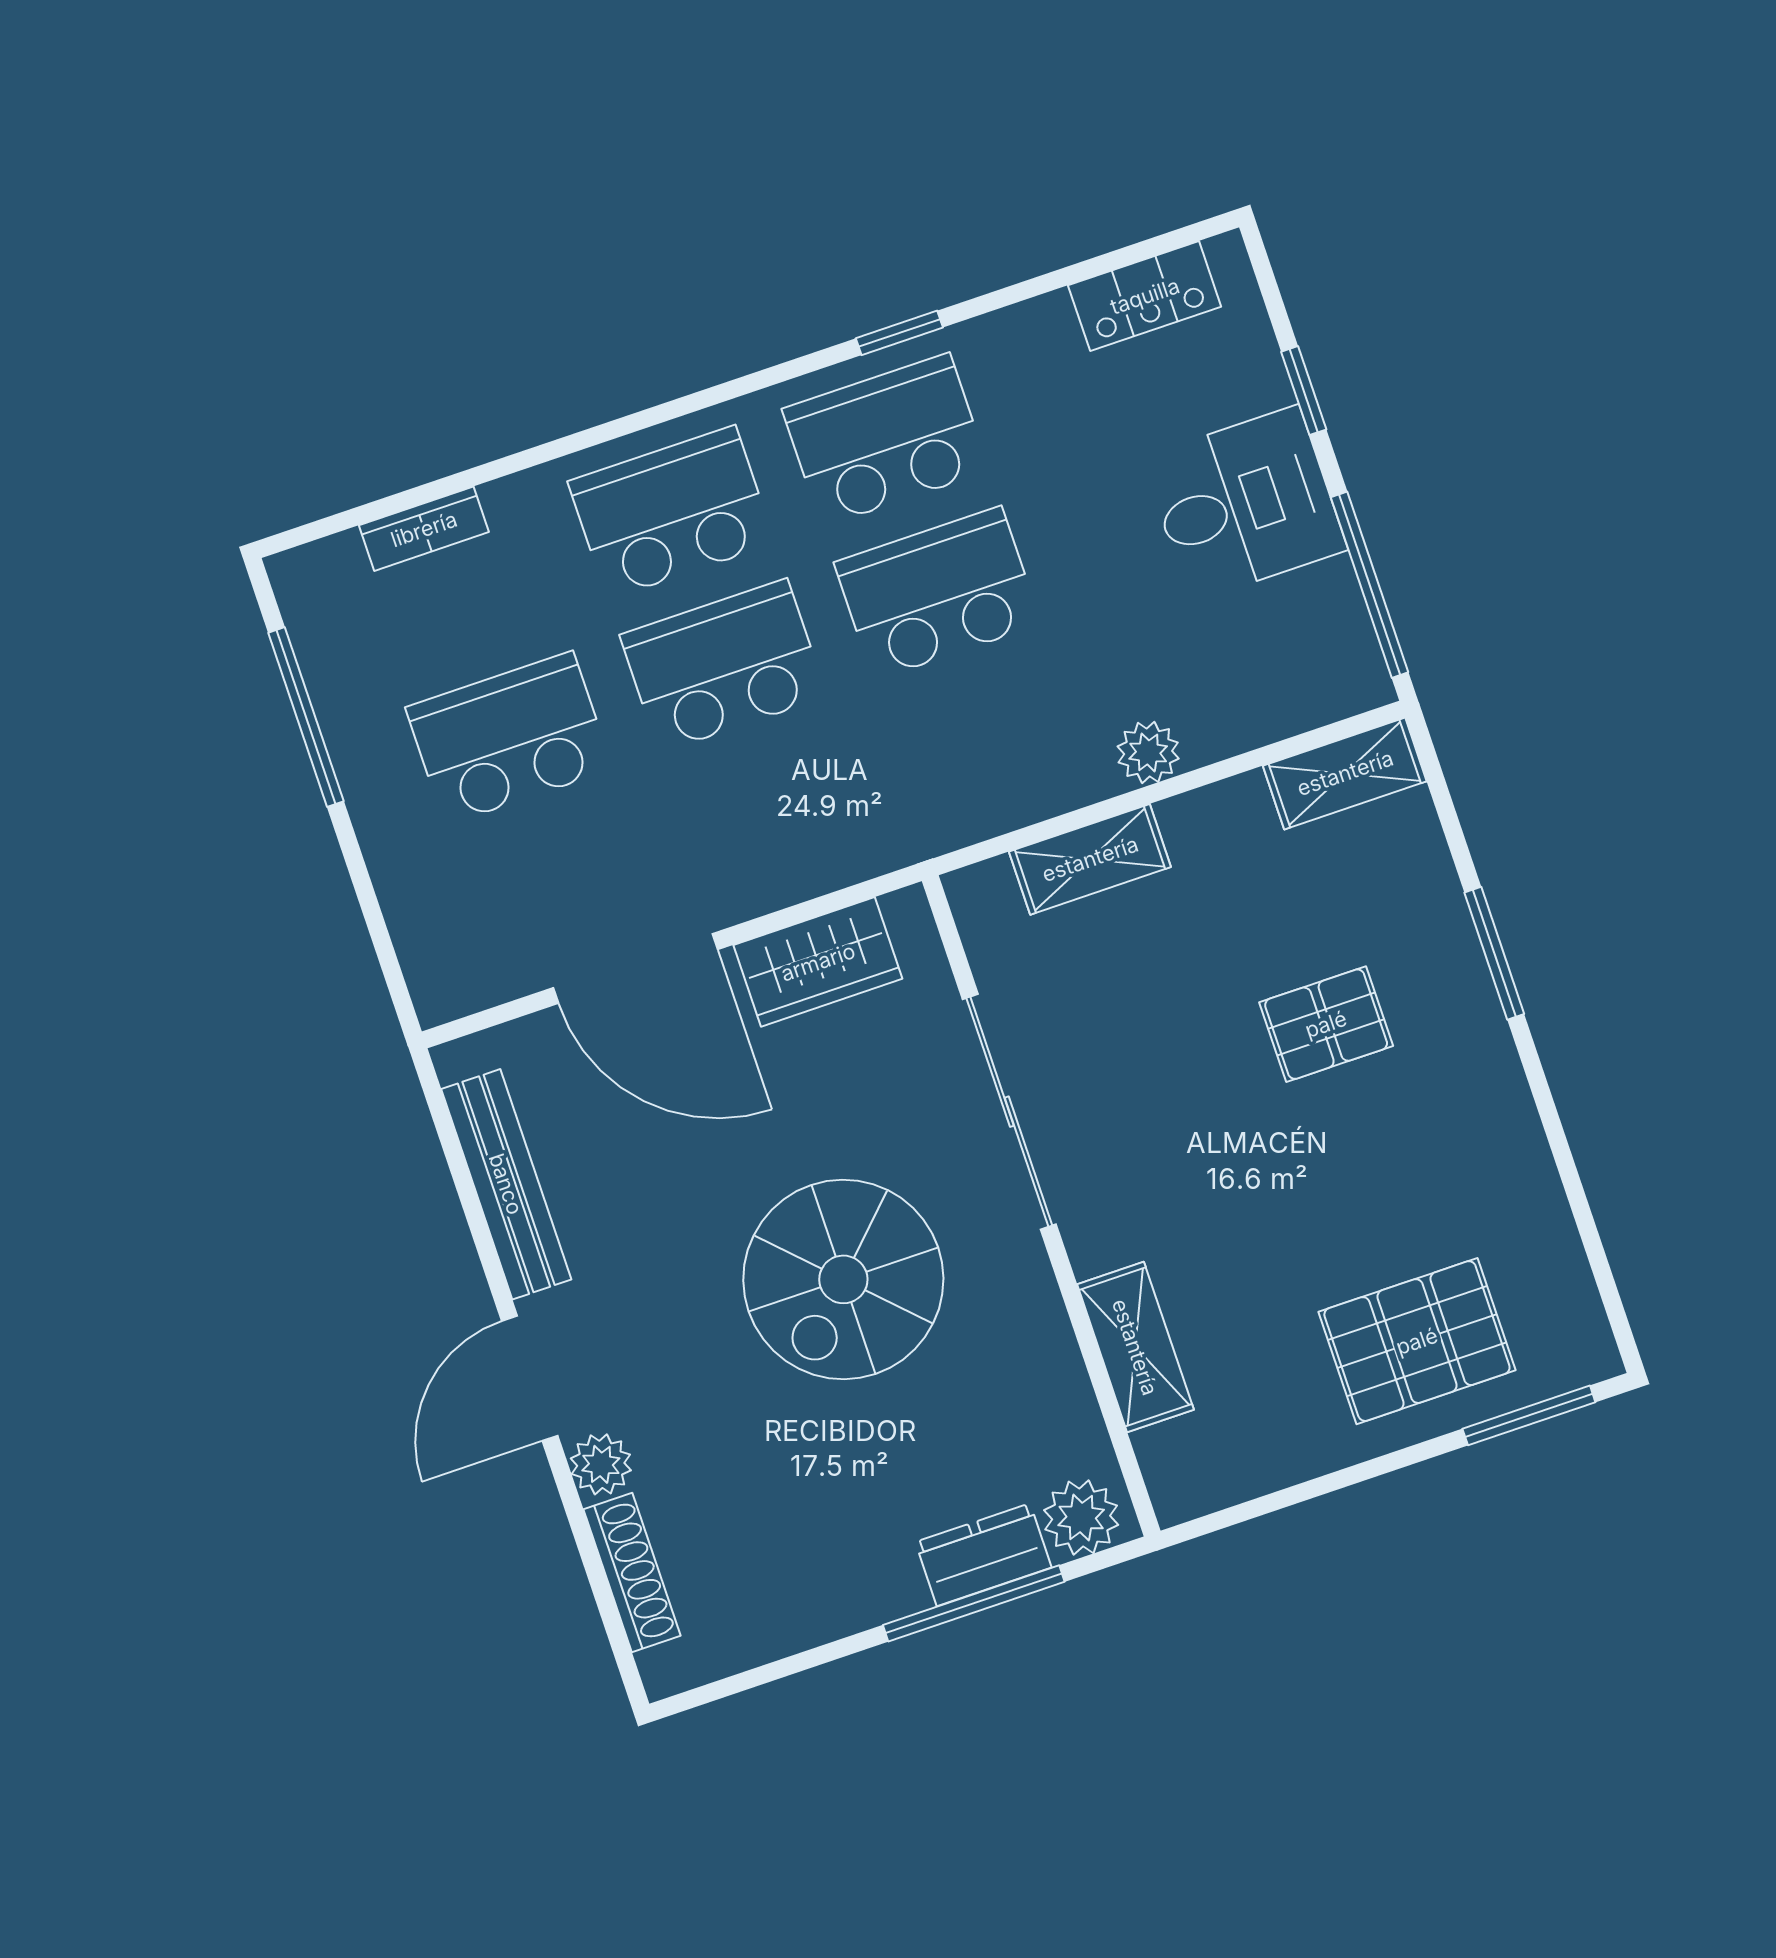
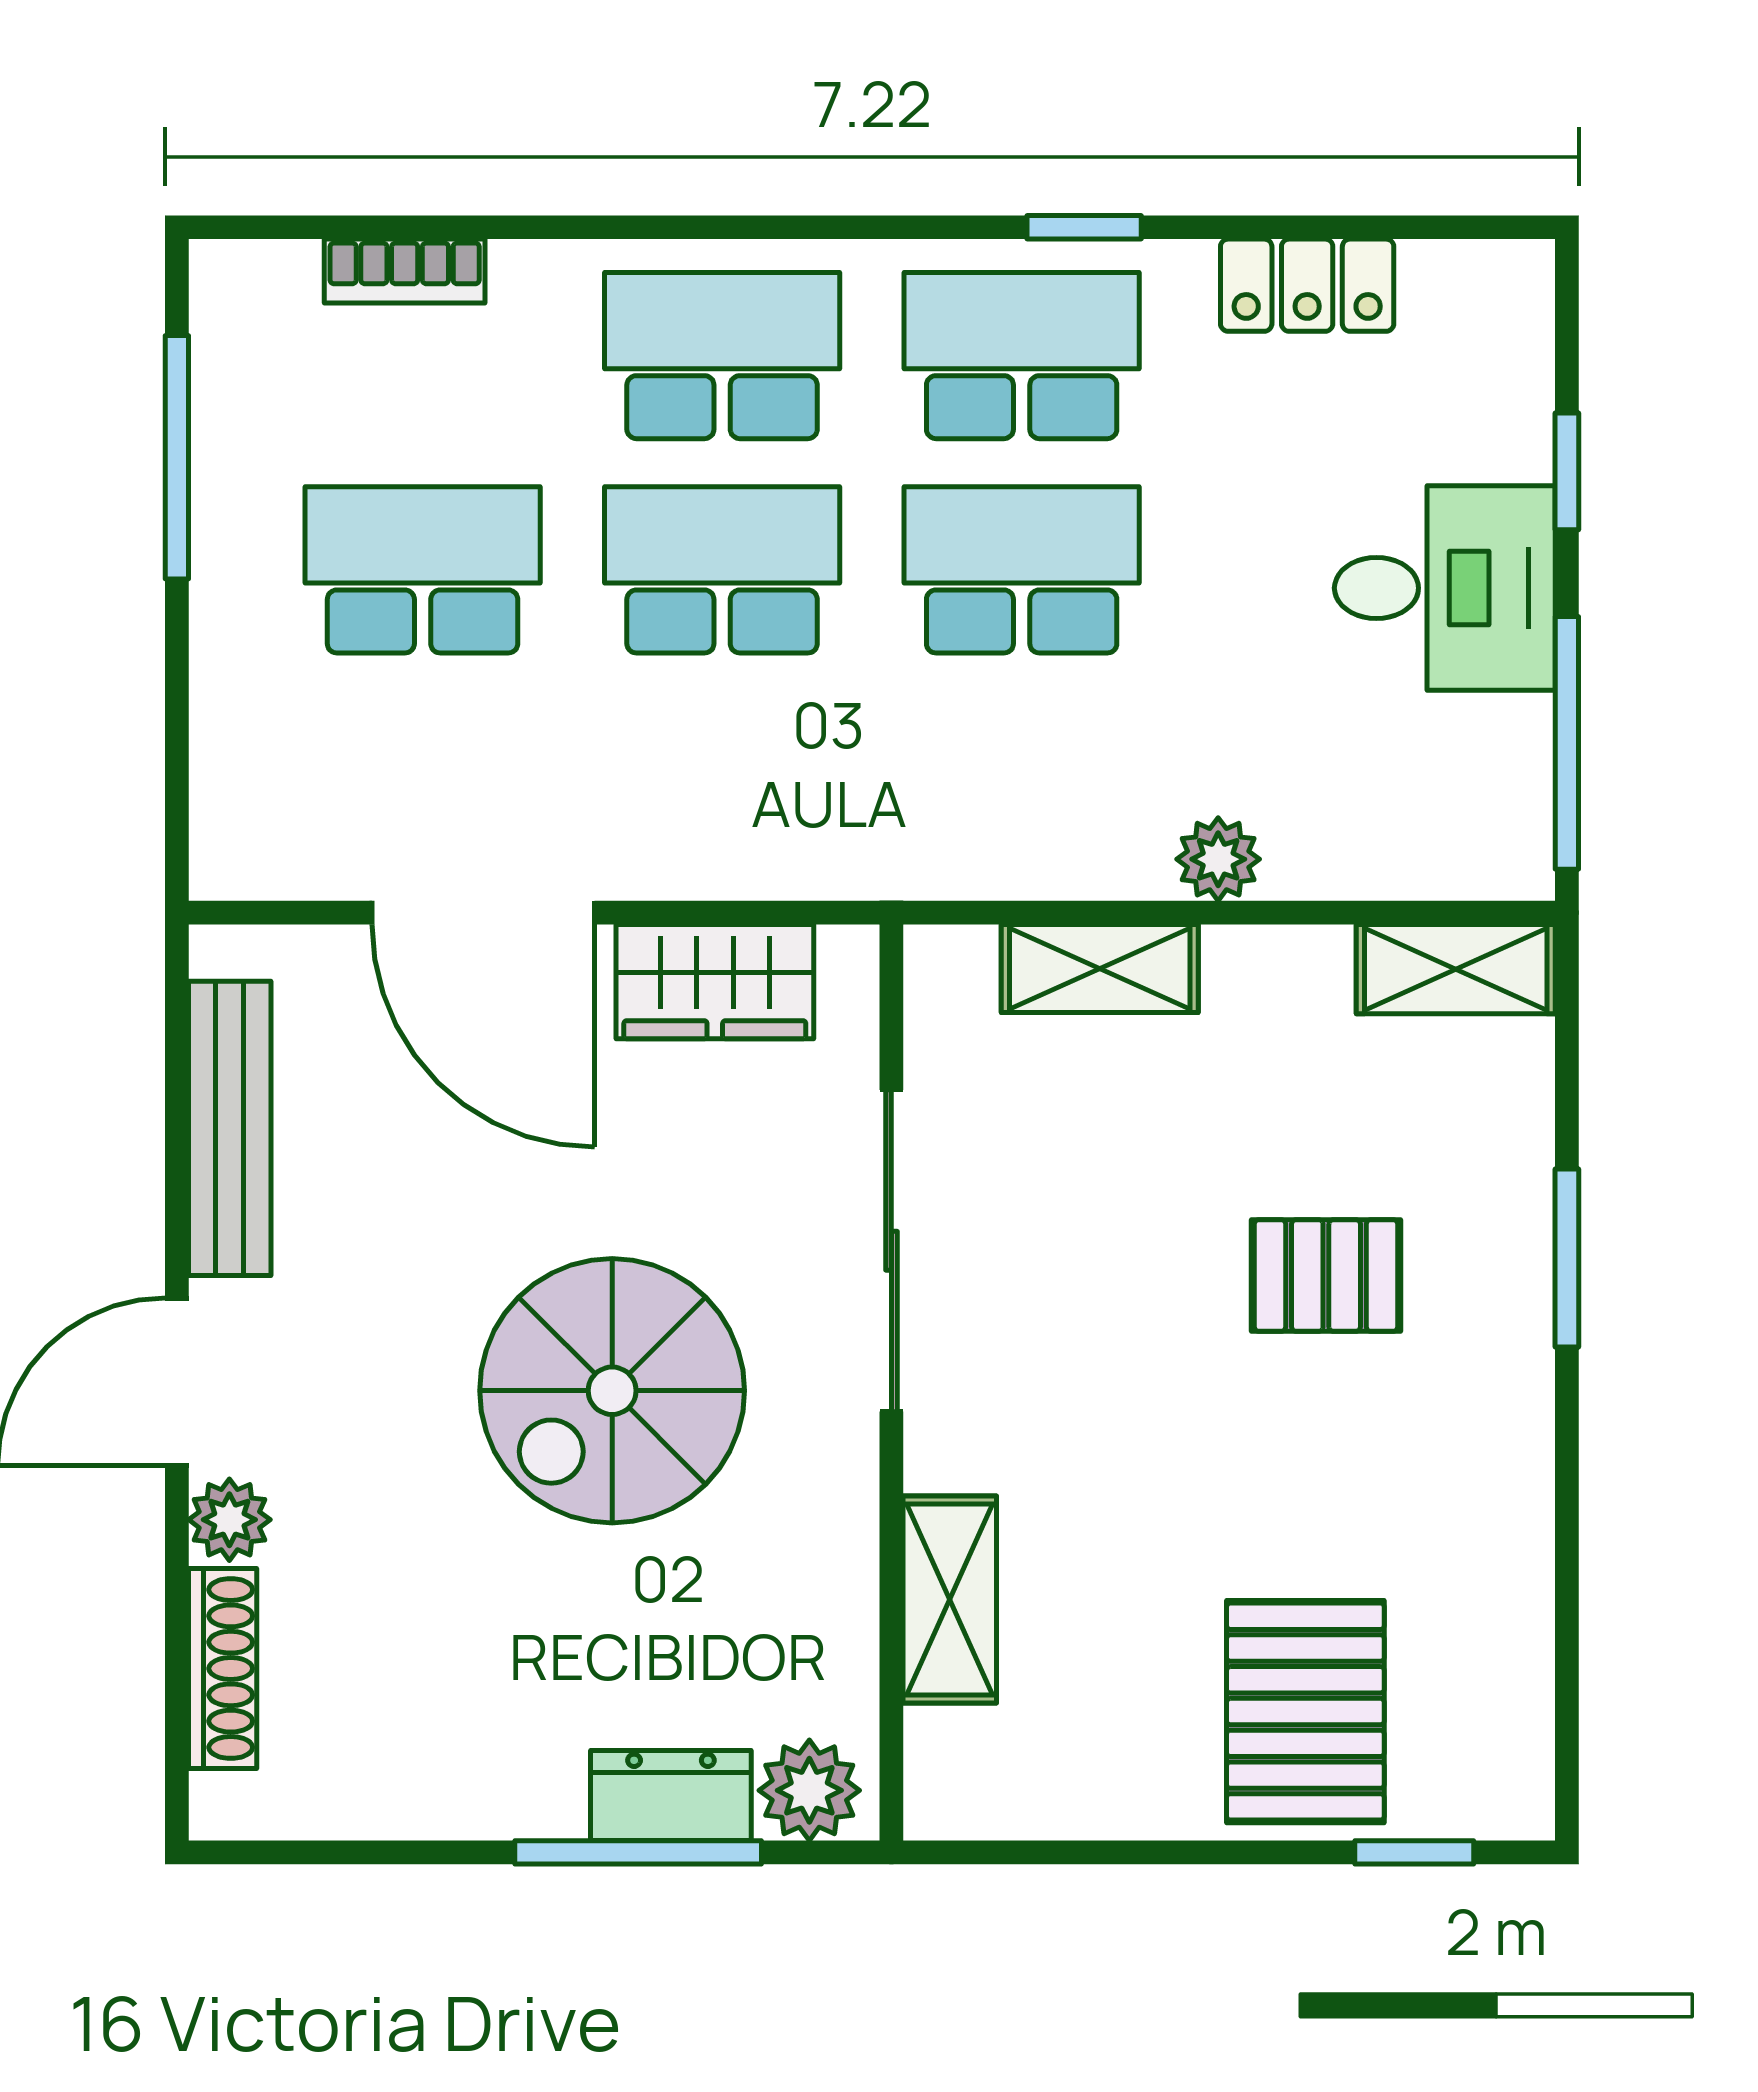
locker: (1145, 296) -> (1307, 285), moved
pallet: (1417, 1341) -> (1305, 1712), turned 90
window: (1529, 1415) -> (1414, 1852), width x0.67

